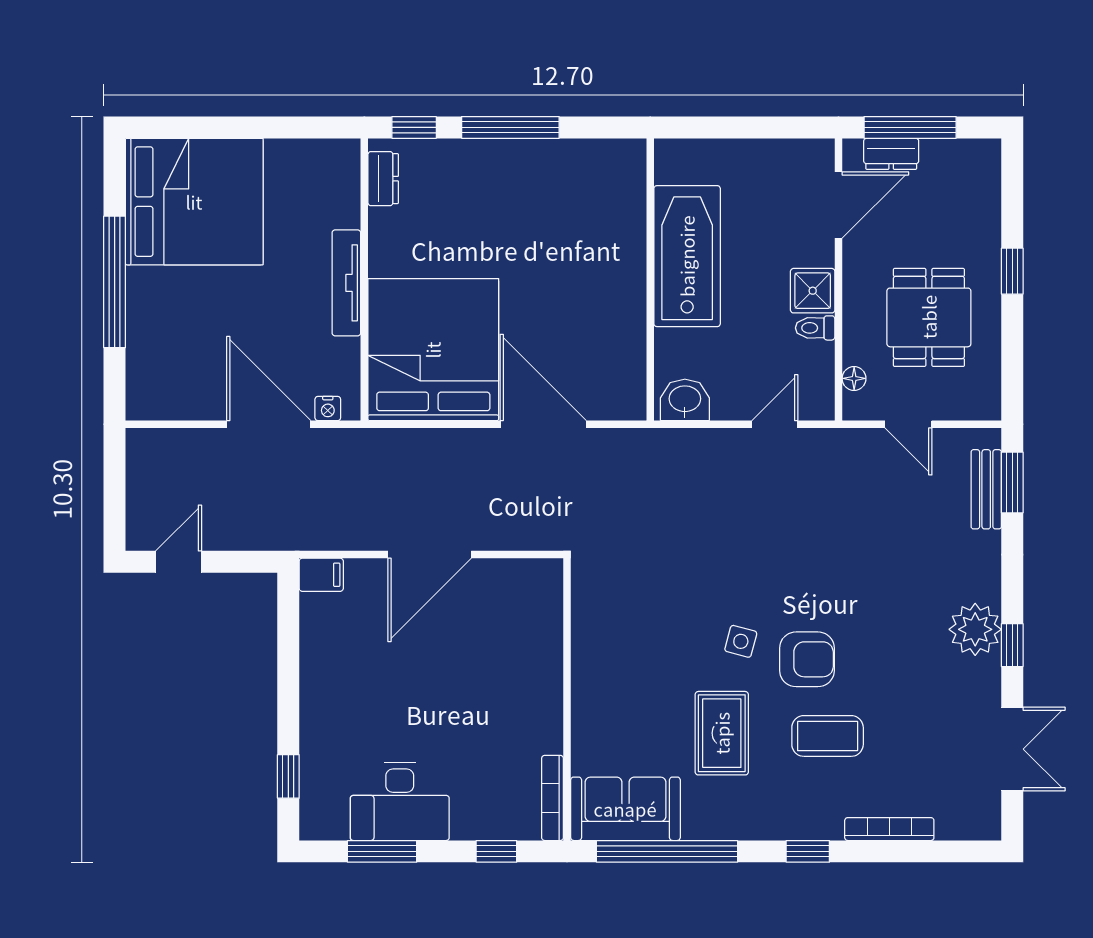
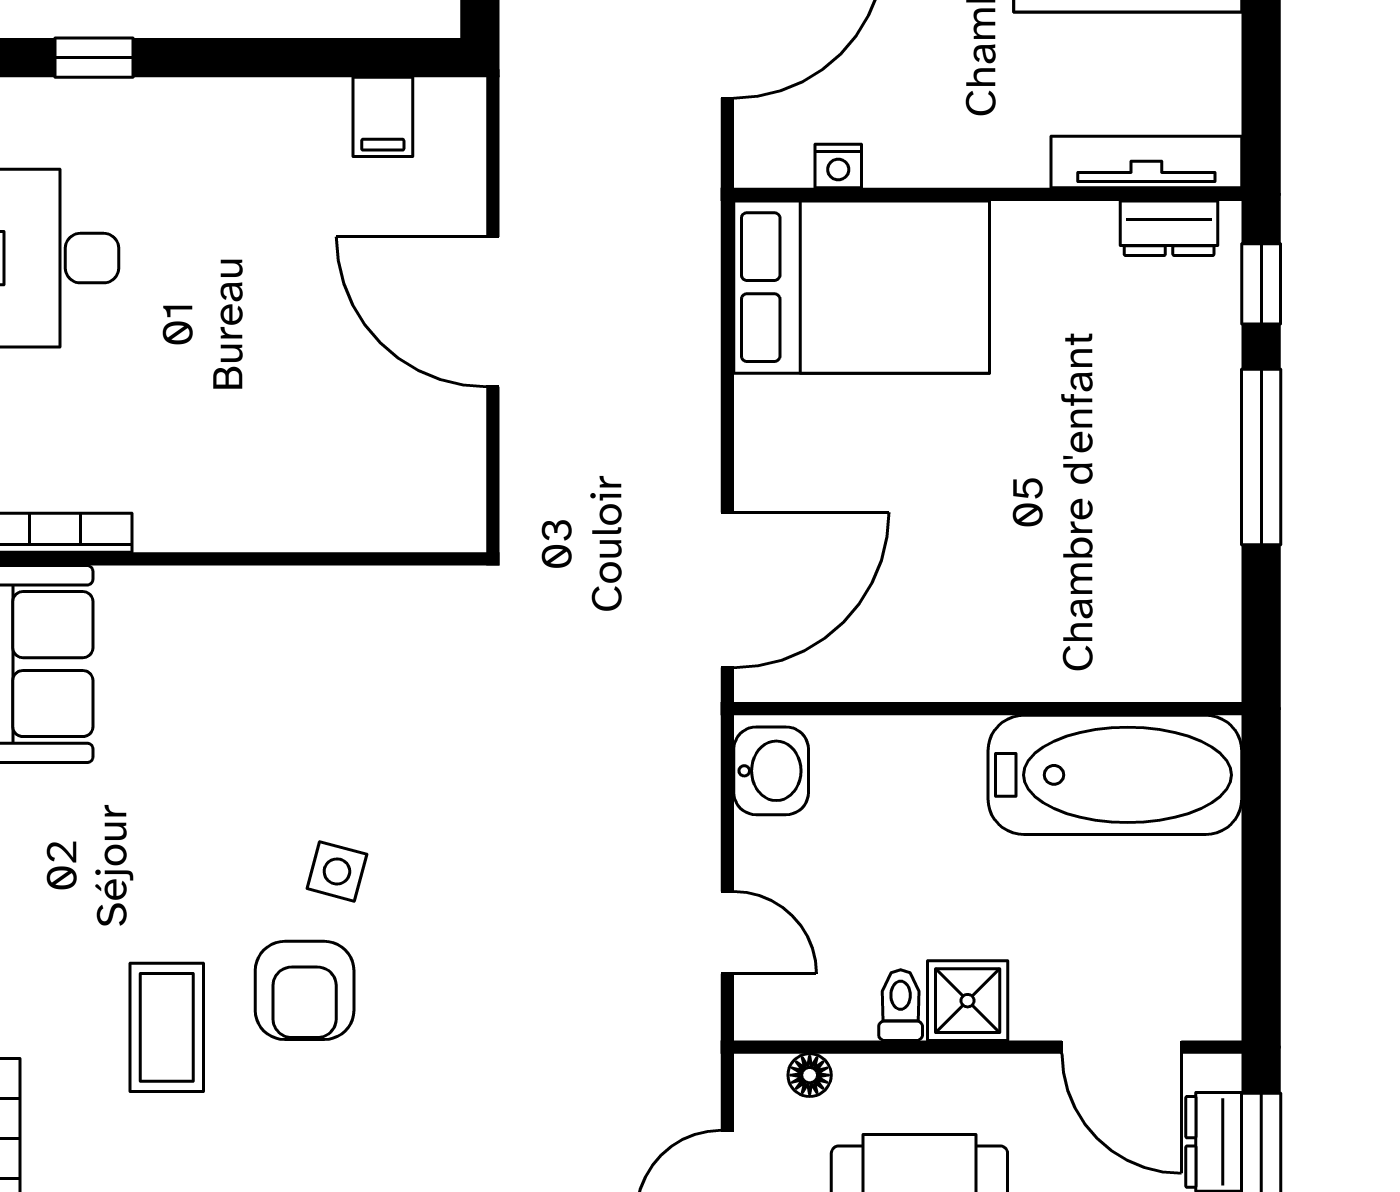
bathtub: (687, 256) -> (1115, 775), moved
tv unit: (346, 283) -> (1146, 162), moved
bed: (433, 350) -> (862, 287), width x0.73
nightstand: (328, 409) -> (838, 166), moved, turned -90
door: (543, 424) -> (727, 590), moved
filing cabinet: (321, 575) -> (383, 117), moved
rug: (722, 733) -> (172, 837), removed

